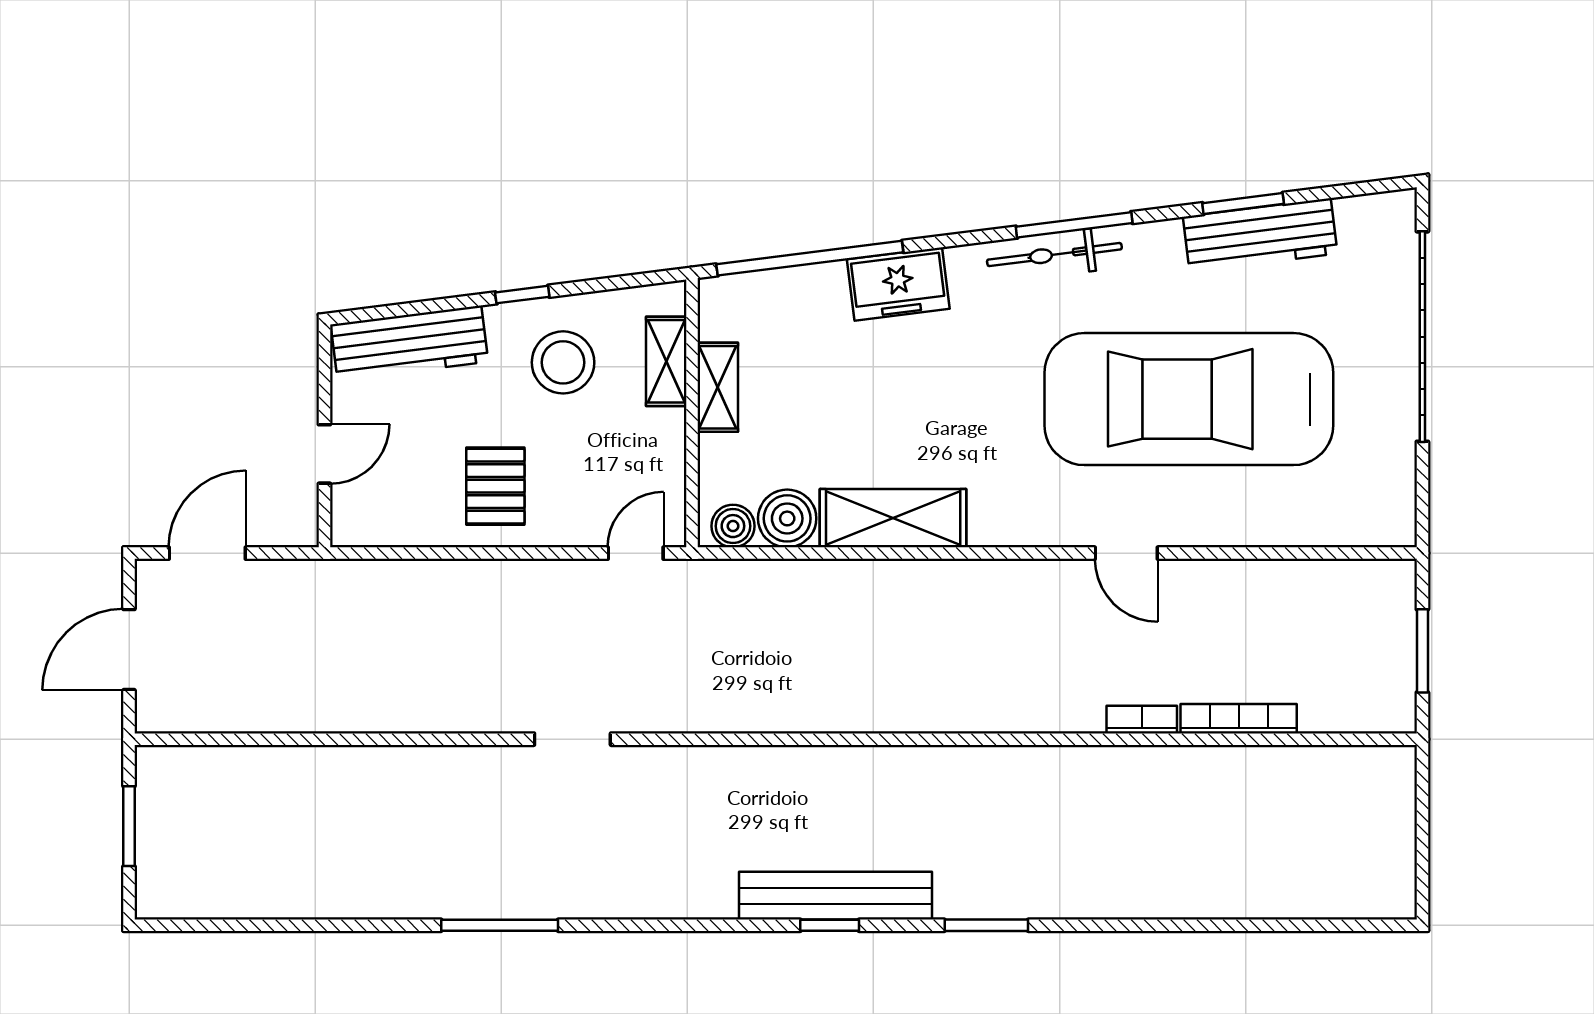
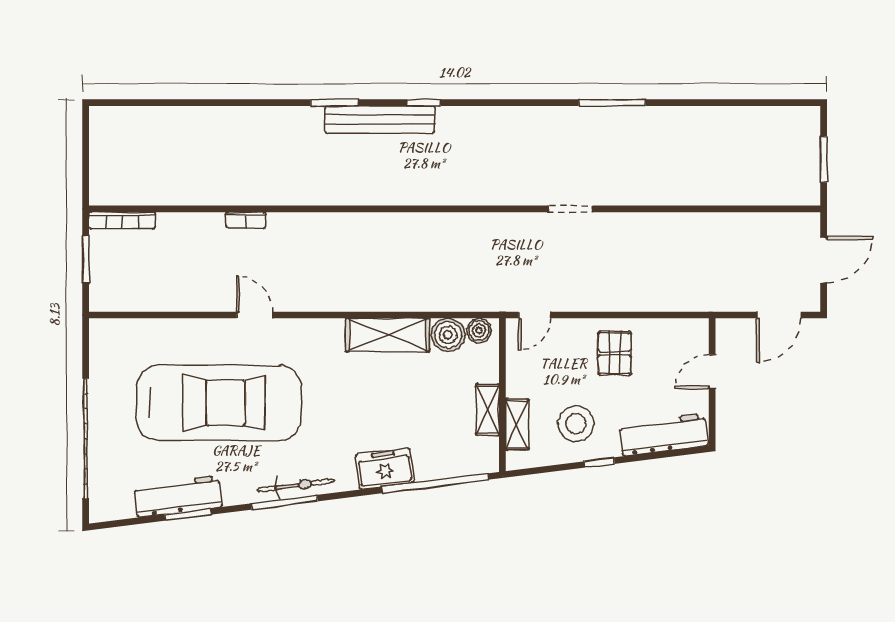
bookcase: (1239, 719) -> (122, 221), moved
bench: (836, 896) -> (380, 120), moved

